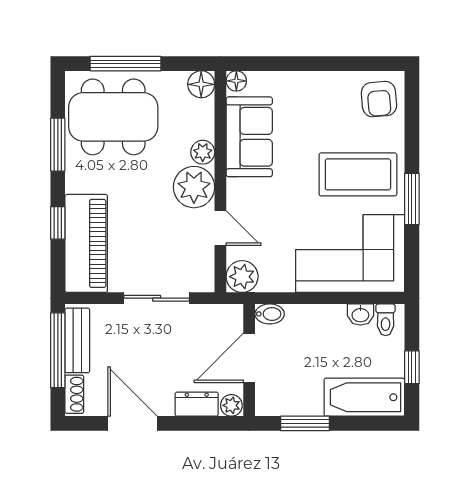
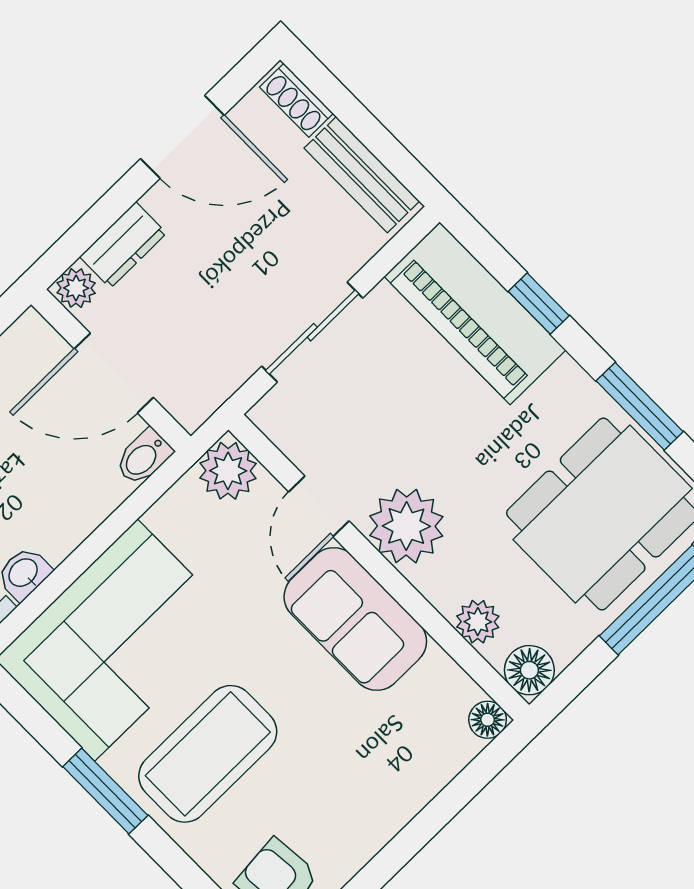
sofa: (249, 137) -> (355, 619), moved
plant: (203, 152) -> (478, 622), moved
door: (220, 228) -> (319, 506), hinge flipped
window: (58, 350) -> (375, 137), removed
door: (249, 358) -> (114, 373), swing flipped

